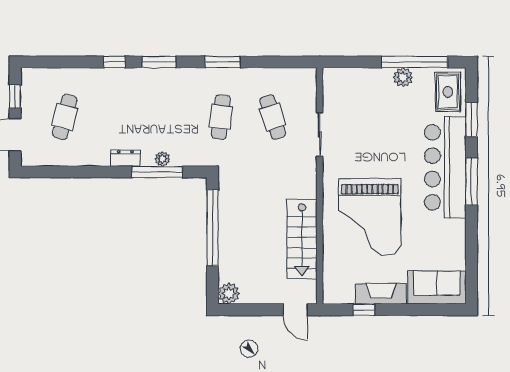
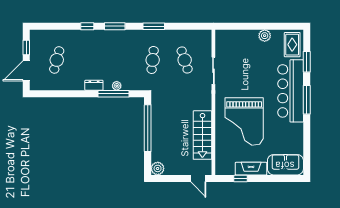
window: (414, 62) -> (272, 26), removed

